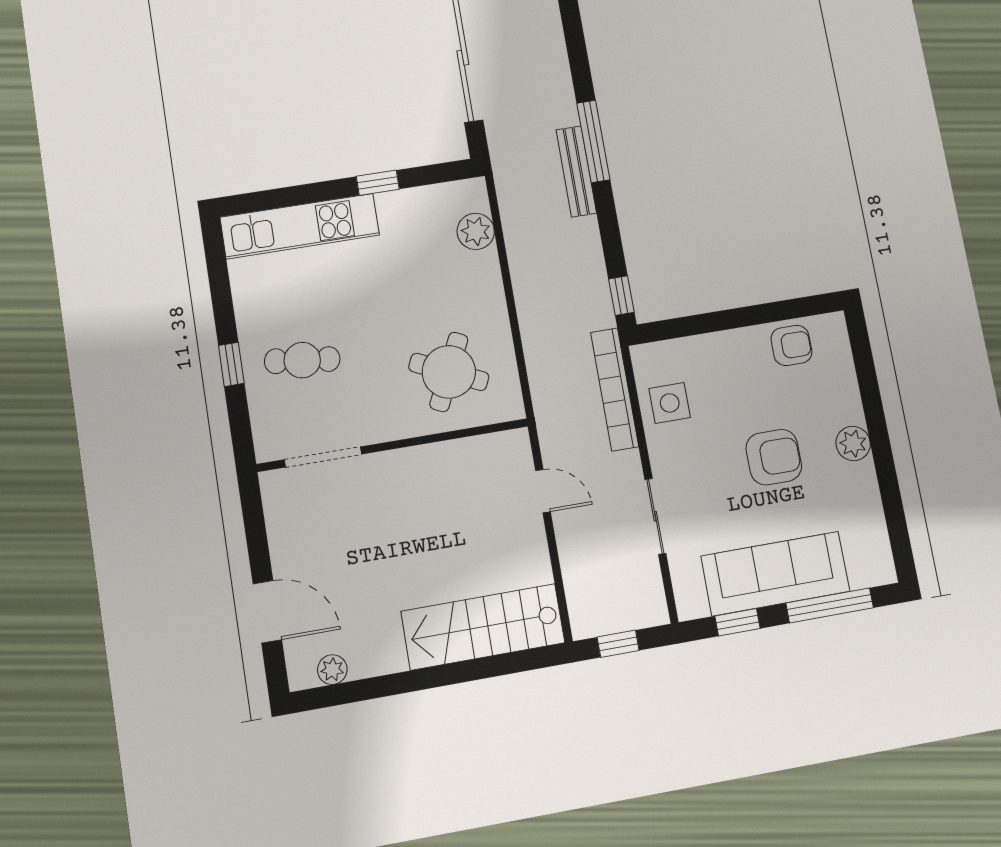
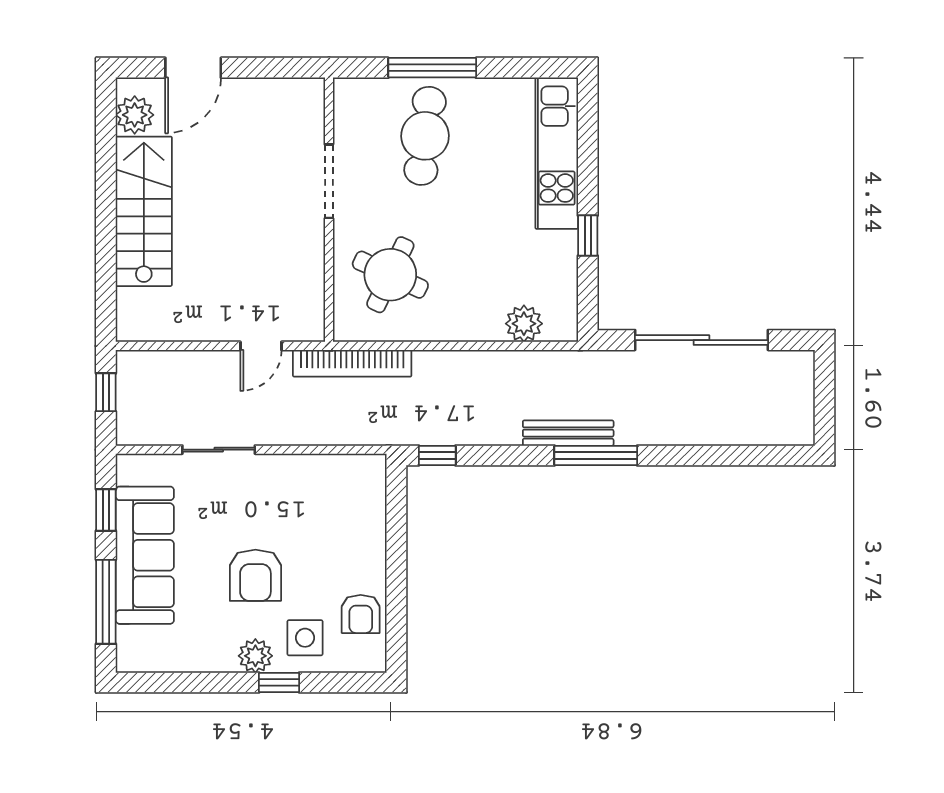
cafe table: (302, 360) -> (425, 136), width x1.37, depth x1.35
window: (231, 364) -> (432, 68), width x2.17
bookcase: (615, 389) -> (352, 363), moved, turned 180
side table: (670, 403) -> (305, 638), moved
window: (875, 415) -> (279, 682), added
doorway: (323, 457) -> (329, 181), moved
stairs: (483, 627) -> (144, 211), moved
plant: (332, 670) -> (135, 115), width x1.38, depth x1.38

